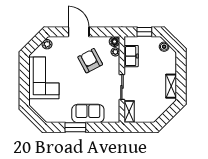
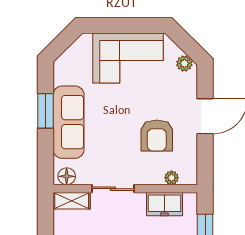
floor lamp: (115, 42) -> (67, 176), moved
armchair: (90, 61) -> (157, 135), turned 118
sofa: (88, 113) -> (69, 122), width x1.36

